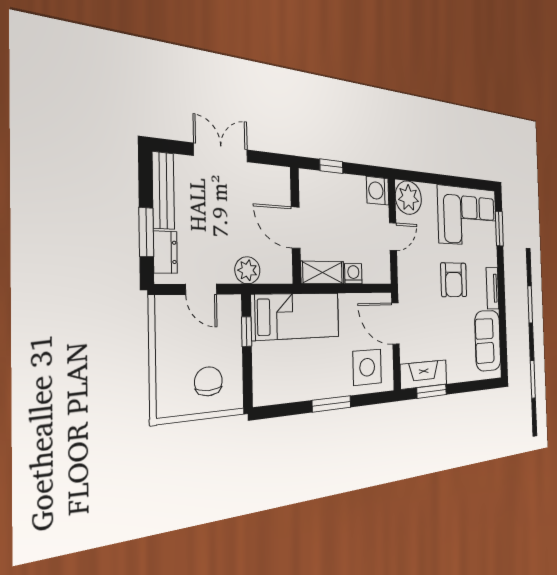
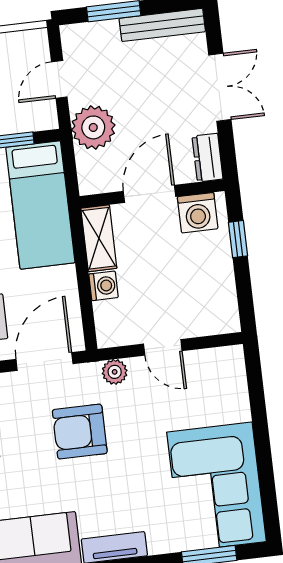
washing machine: (378, 191) -> (198, 213), moved, turned 180
plant: (408, 198) -> (115, 372), moved, width x0.53, depth x0.53
dresser: (165, 252) -> (208, 158), moved, turned 90
plant: (247, 270) -> (93, 127), width x1.36, depth x1.36
armchair: (454, 280) -> (80, 432), moved

